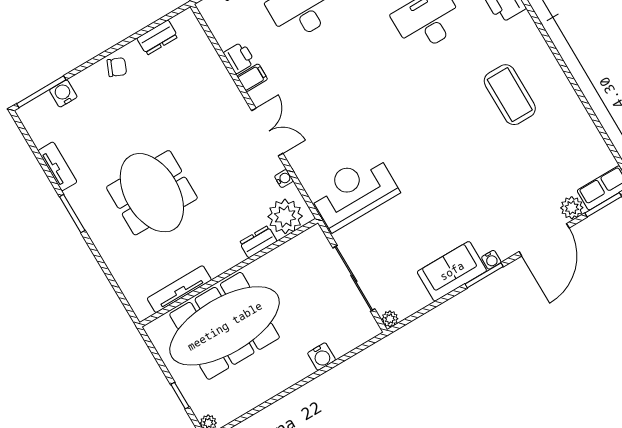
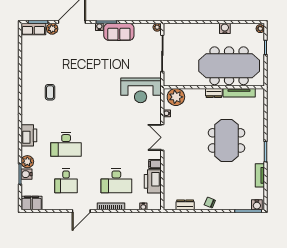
printer: (239, 58) -> (153, 181), width x1.87, depth x1.48
water cooler: (63, 93) -> (257, 205), moved
coffee table: (510, 95) -> (50, 92), width x0.54, depth x0.58
dresser: (258, 242) -> (214, 93), moved
water cooler: (322, 357) -> (225, 28), moved

